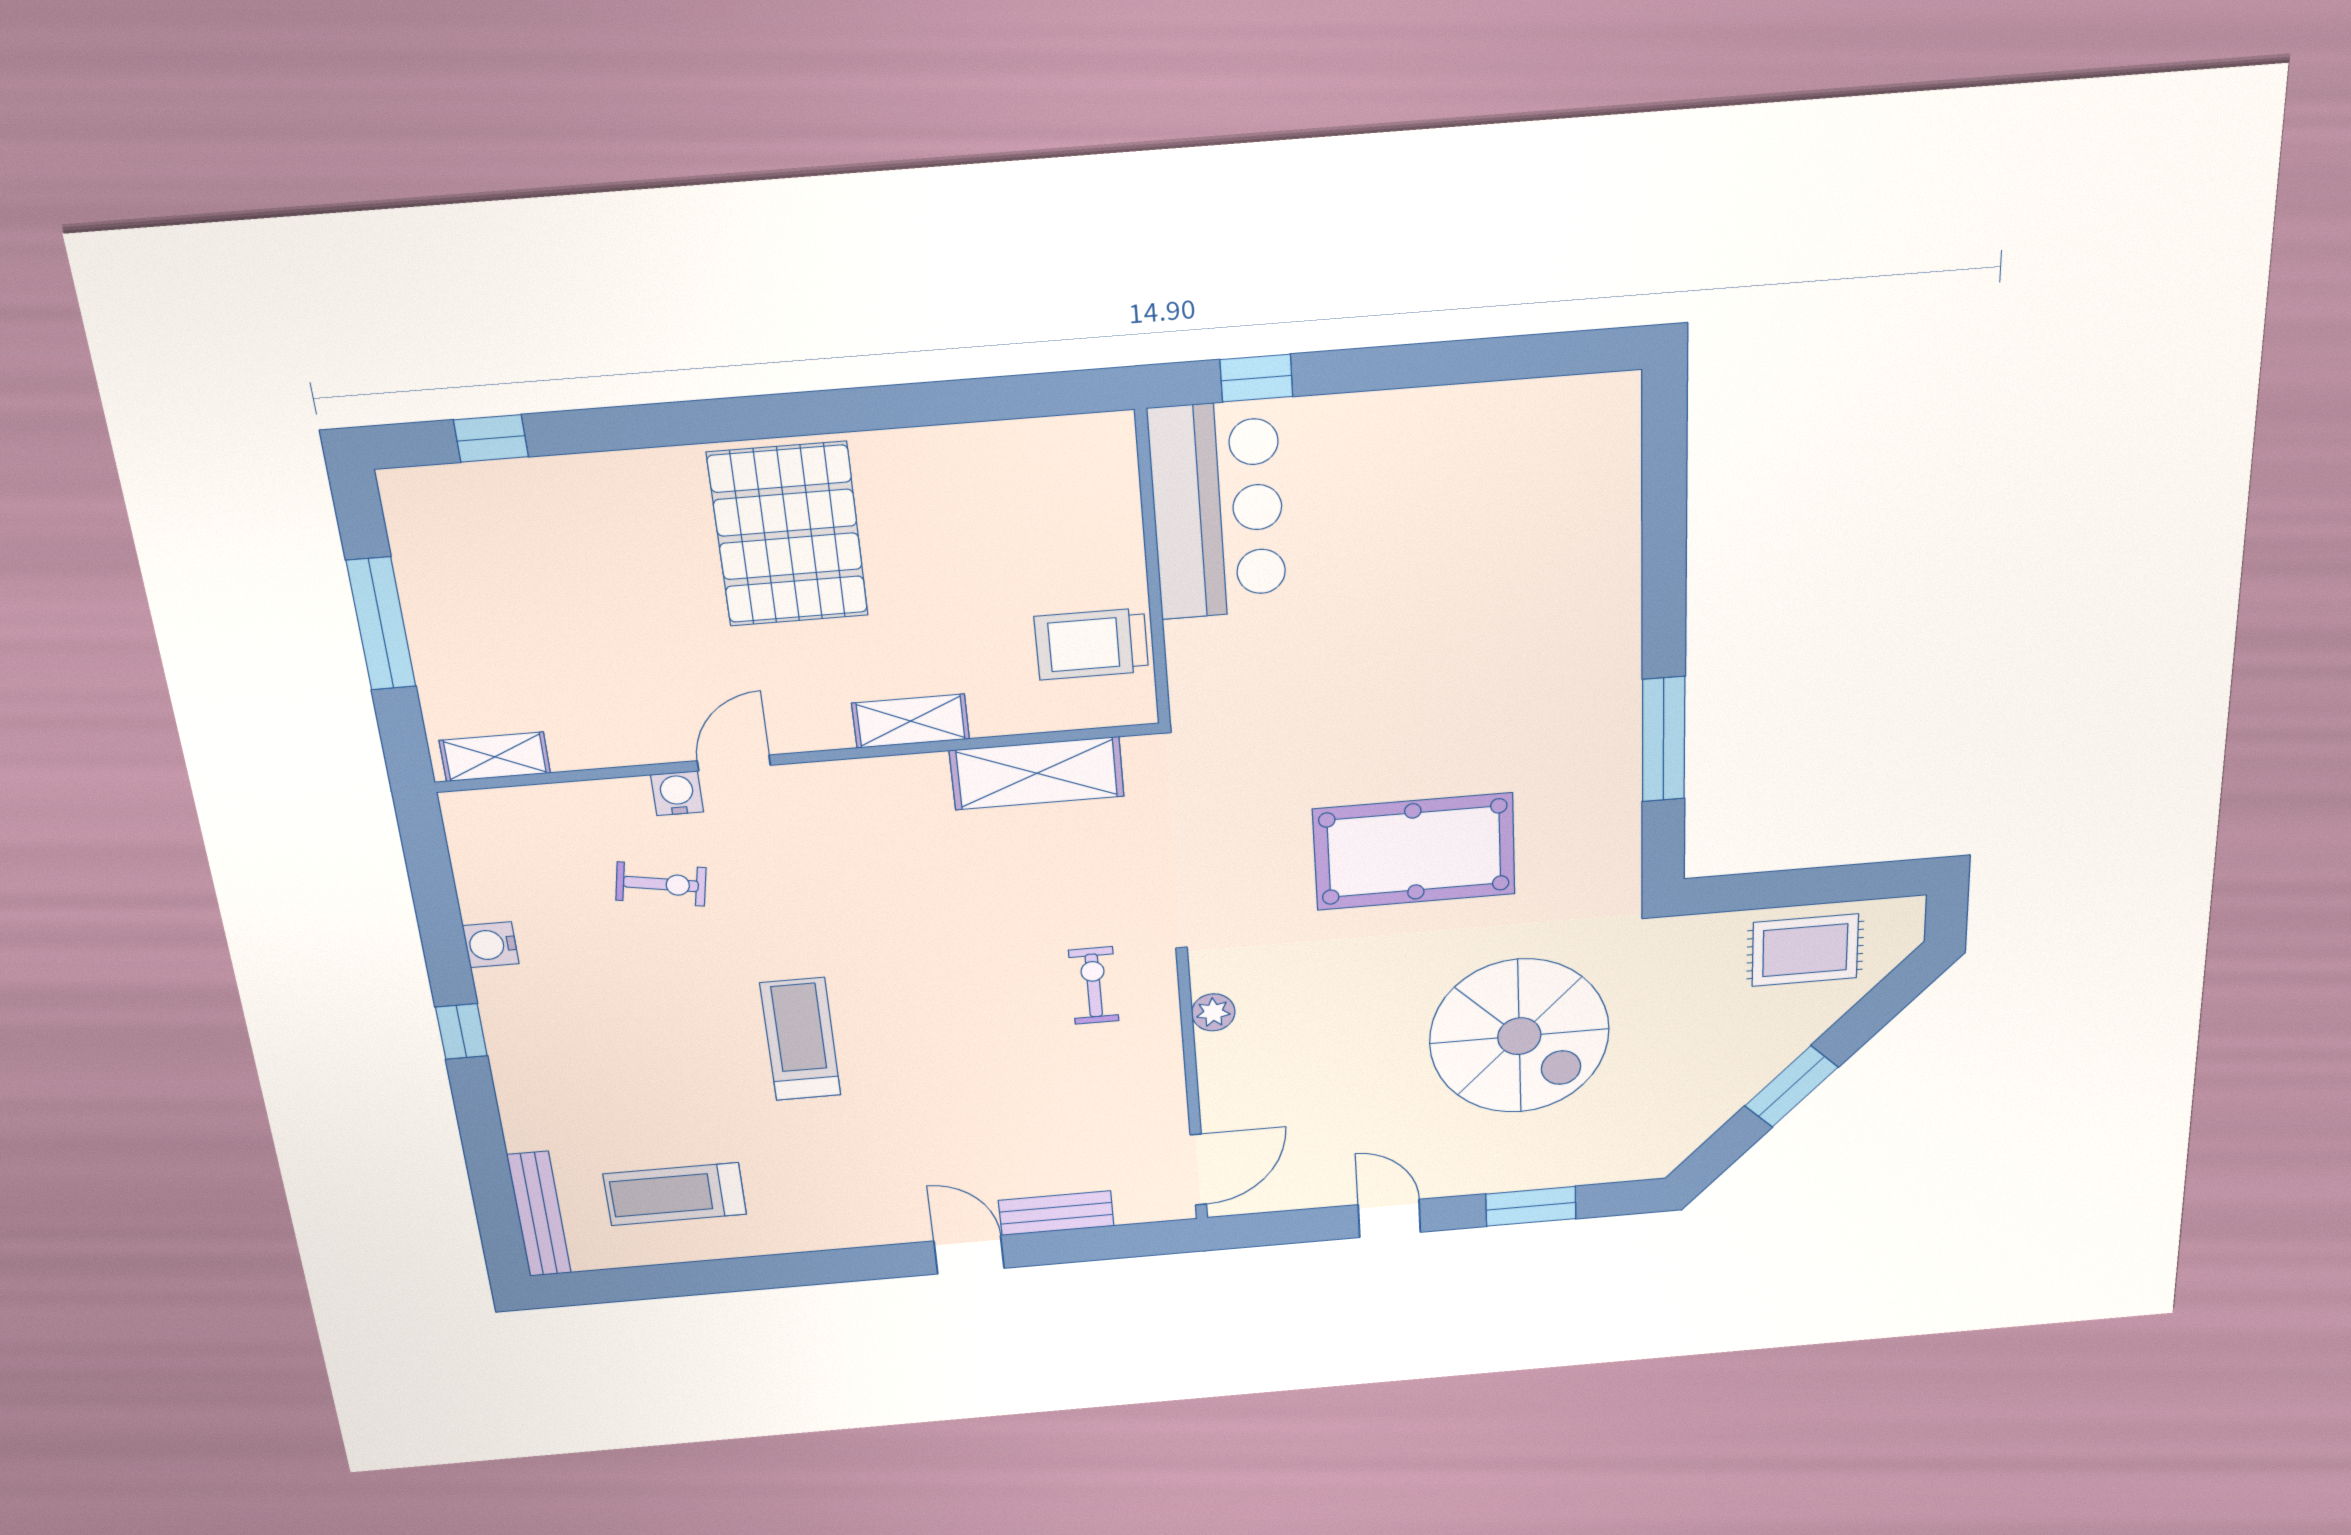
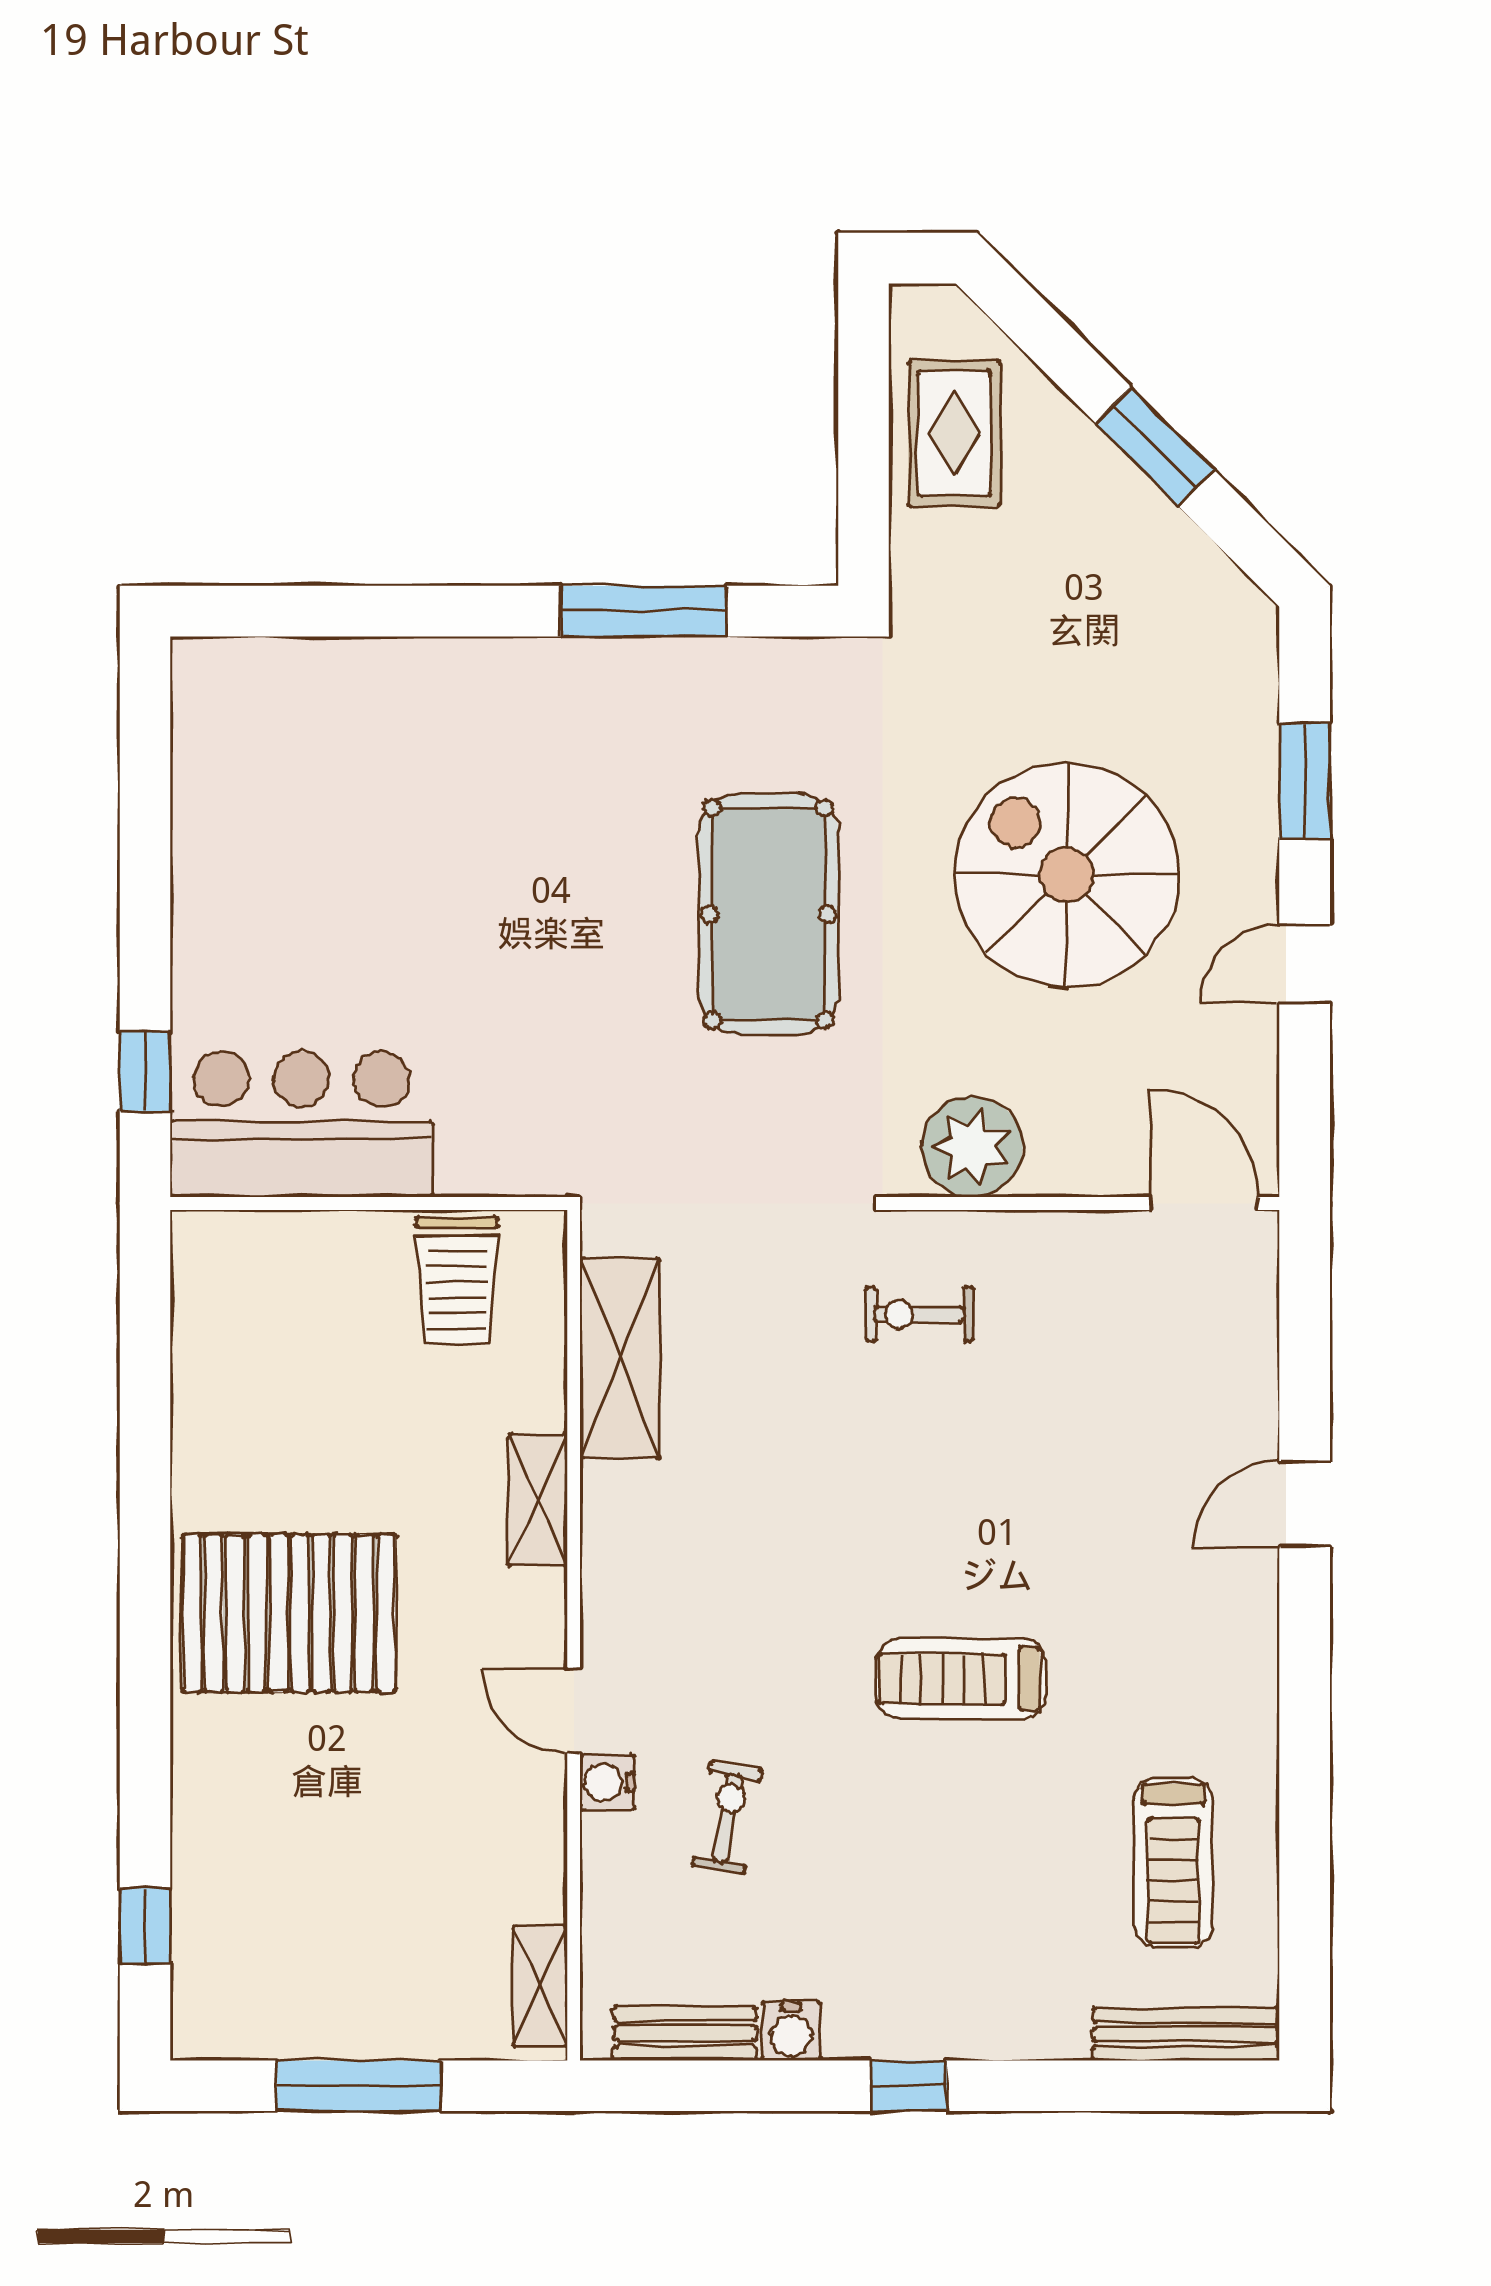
plant: (1213, 1012) -> (972, 1147), width x1.88, depth x1.88
spiral stairs: (1519, 1036) -> (1067, 875), moved, turned -90
bench: (1056, 1213) -> (685, 2033), moved, turned 90

